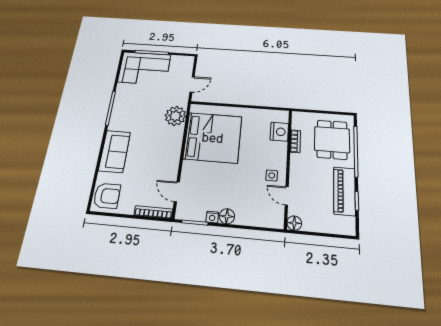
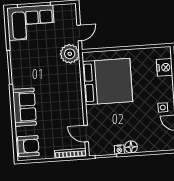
plant: (175, 116) -> (70, 54), moved

